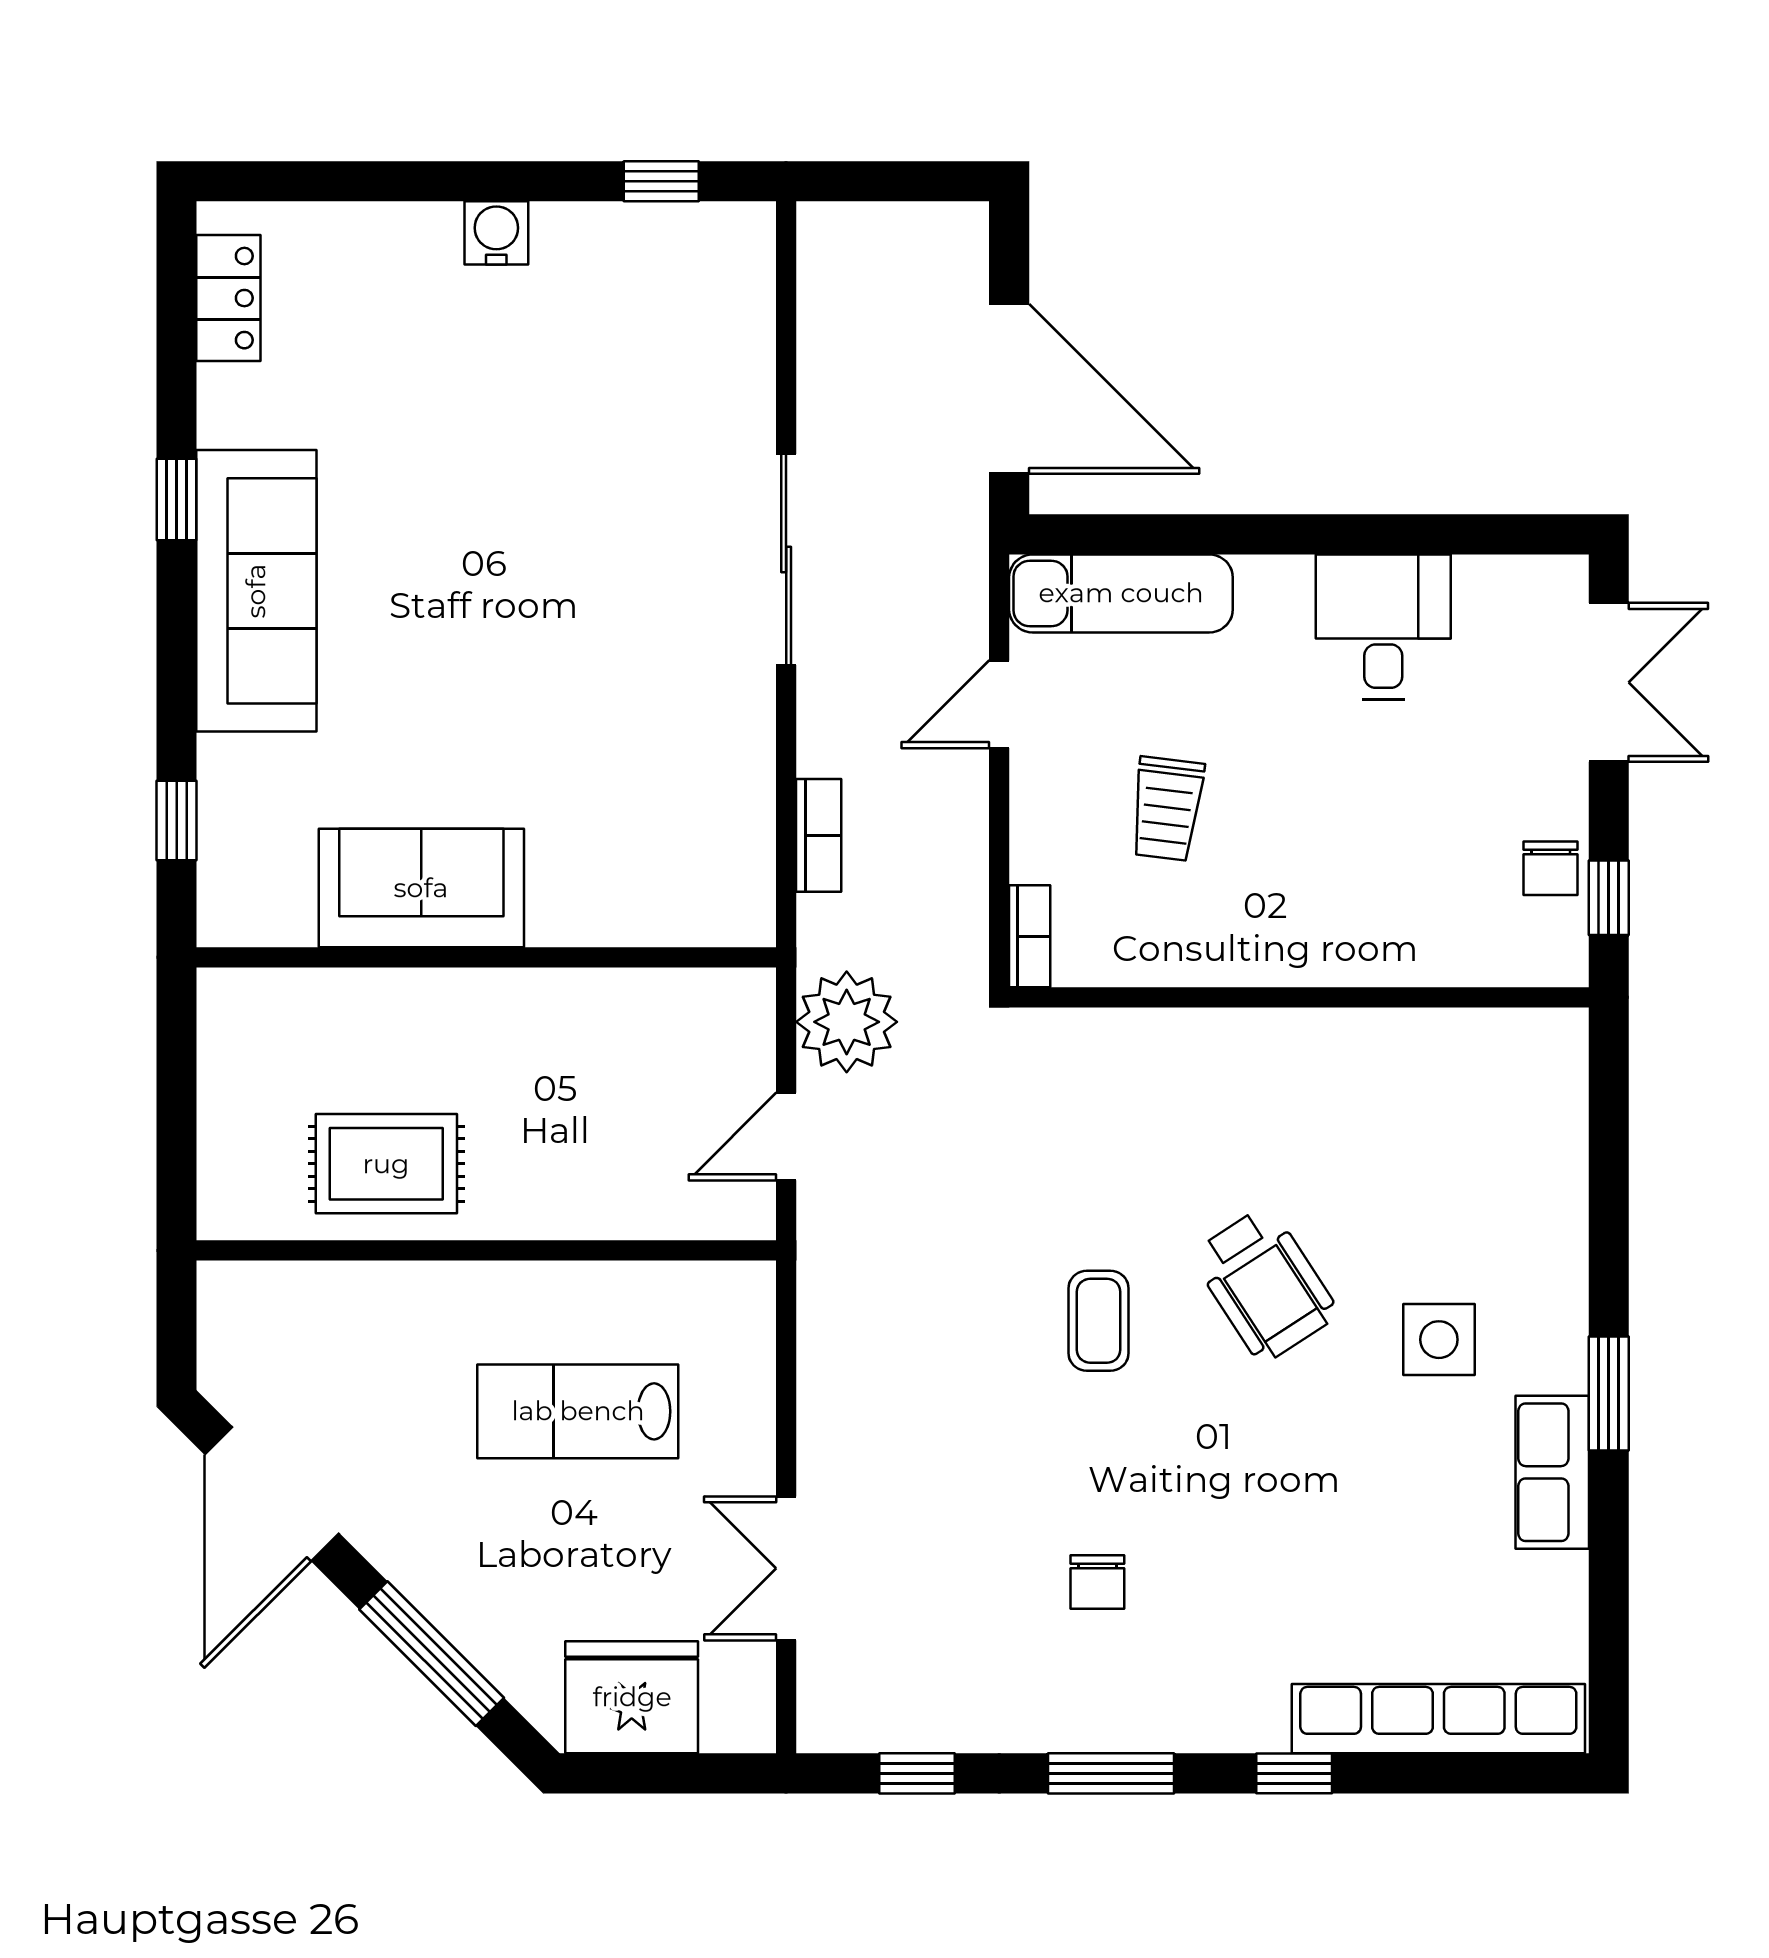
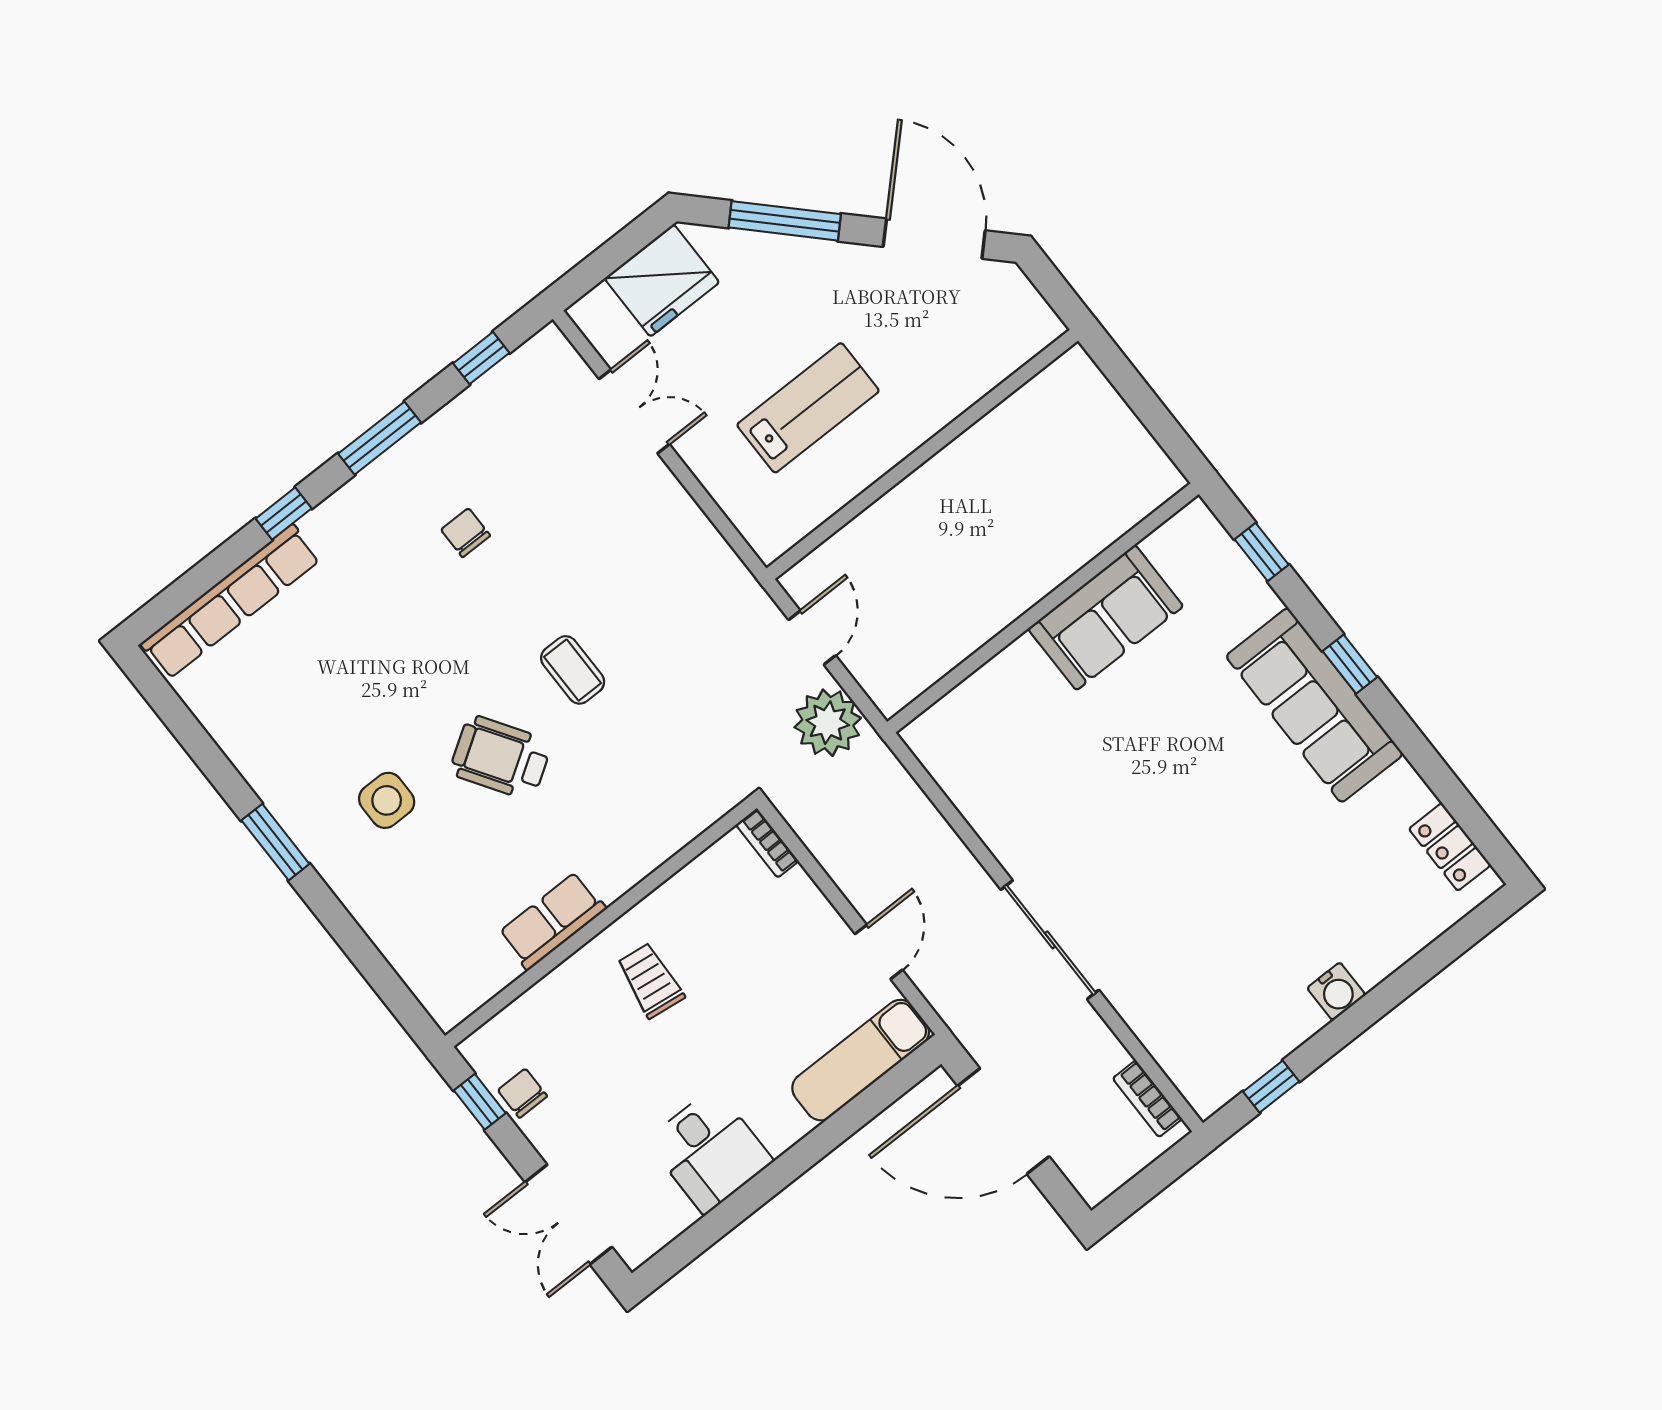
window: (177, 499) -> (1350, 664), moved
trolley: (1167, 809) -> (650, 980), moved
bookcase: (819, 835) -> (1147, 1099), moved
rug: (386, 1164) -> (1010, 459), removed
row of seats: (1552, 1472) -> (552, 921), moved, turned -90

